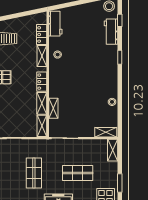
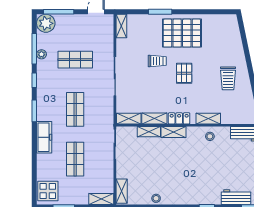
locker: (42, 34) -> (233, 118), removed
shelving: (54, 87) -> (174, 132), added
shop shelf: (34, 173) -> (75, 109), turned 90

